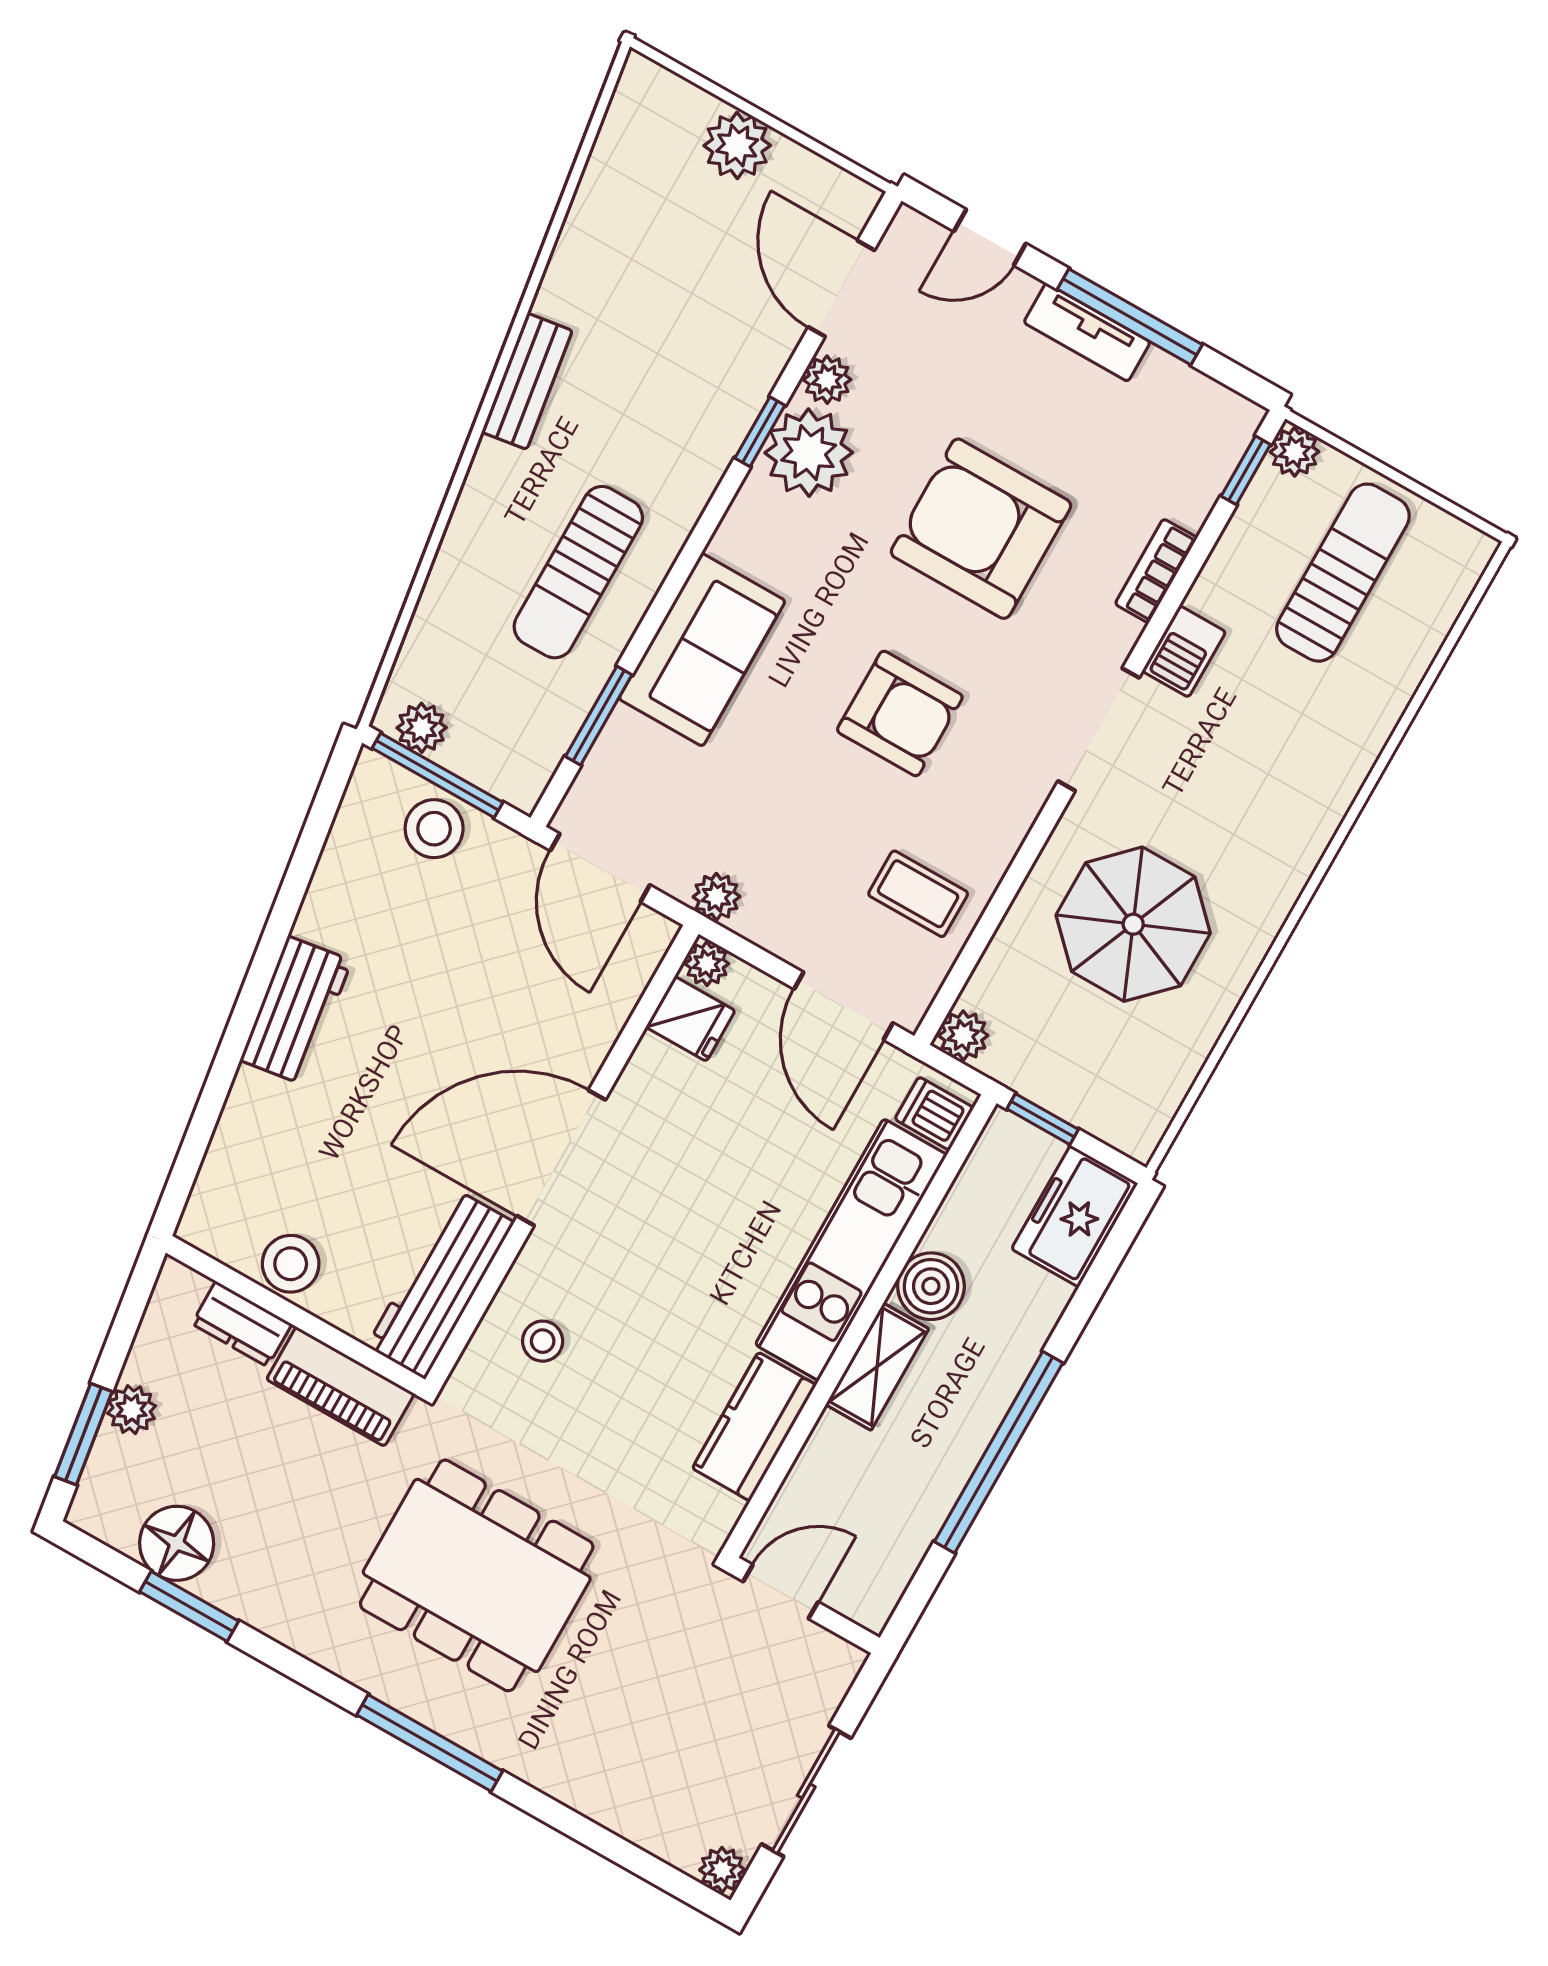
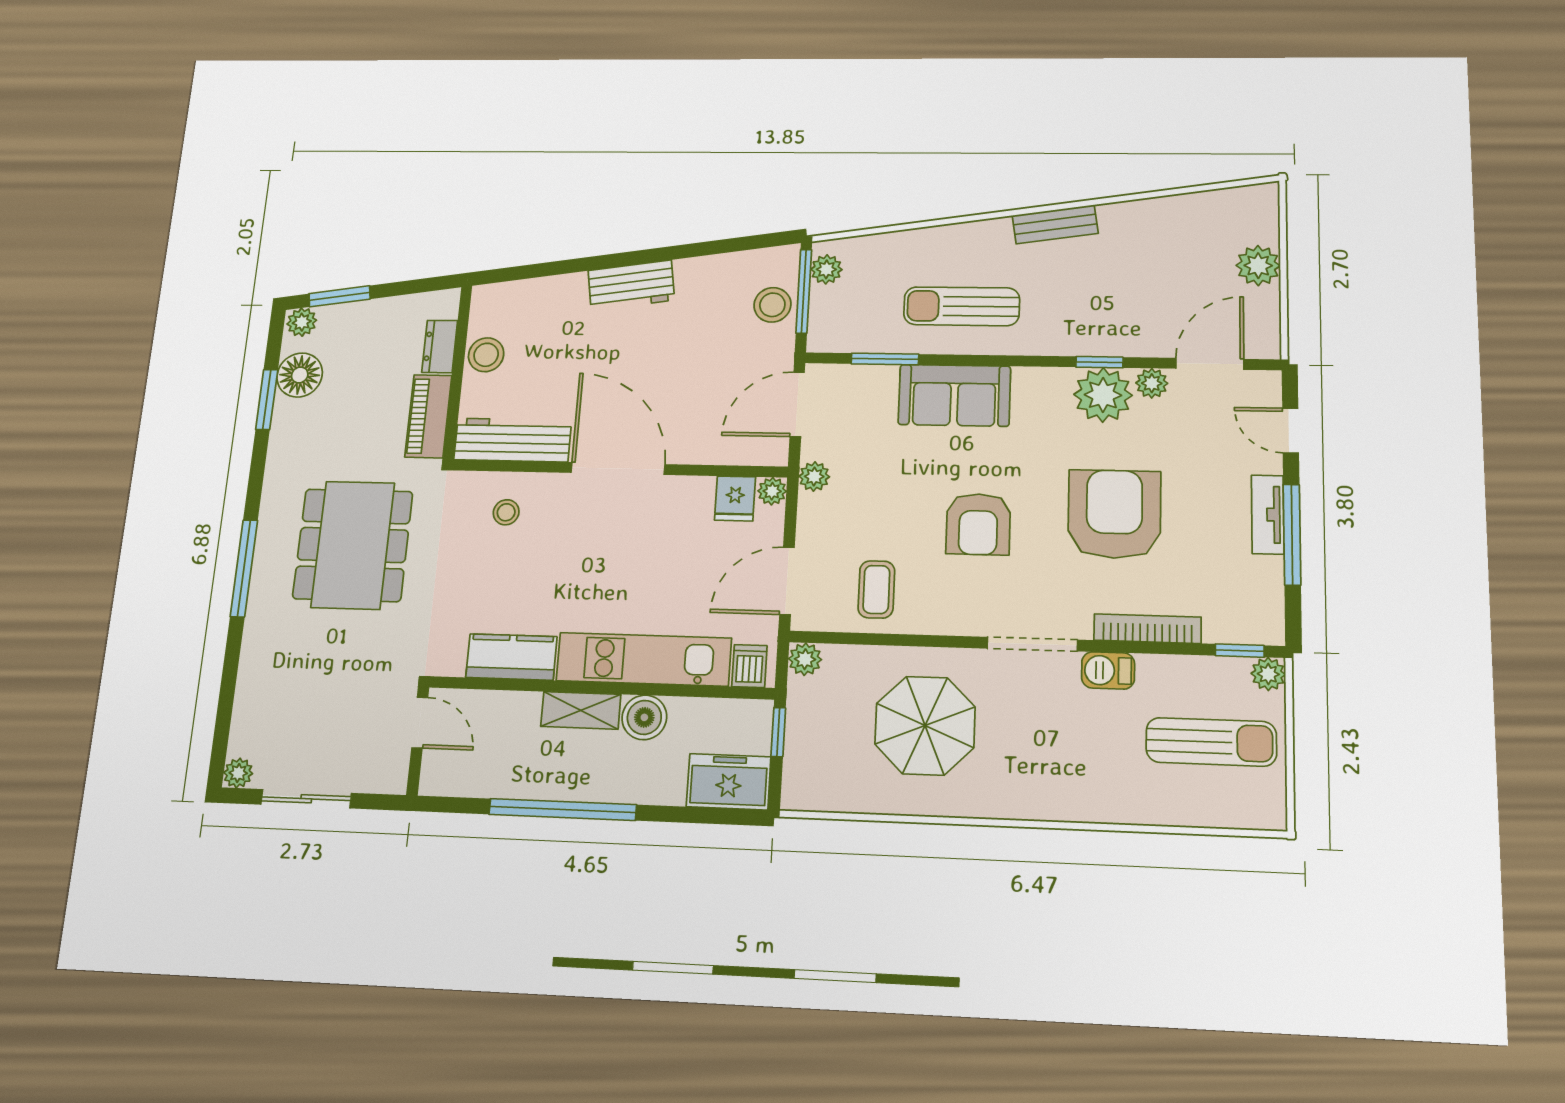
bookcase: (1156, 571) -> (1148, 629), width x1.56
plant: (132, 1410) -> (302, 322), moved

